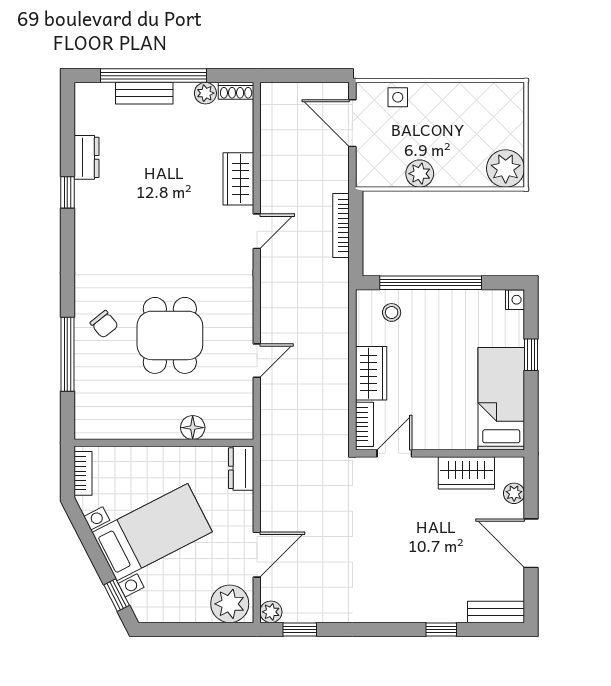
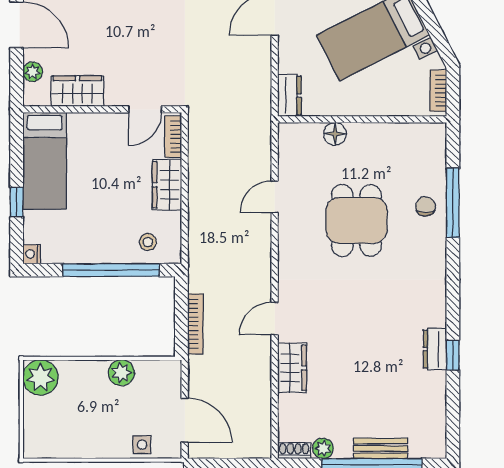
dresser: (87, 157) -> (435, 349), moved
chair: (104, 324) -> (426, 206), moved, turned 39

